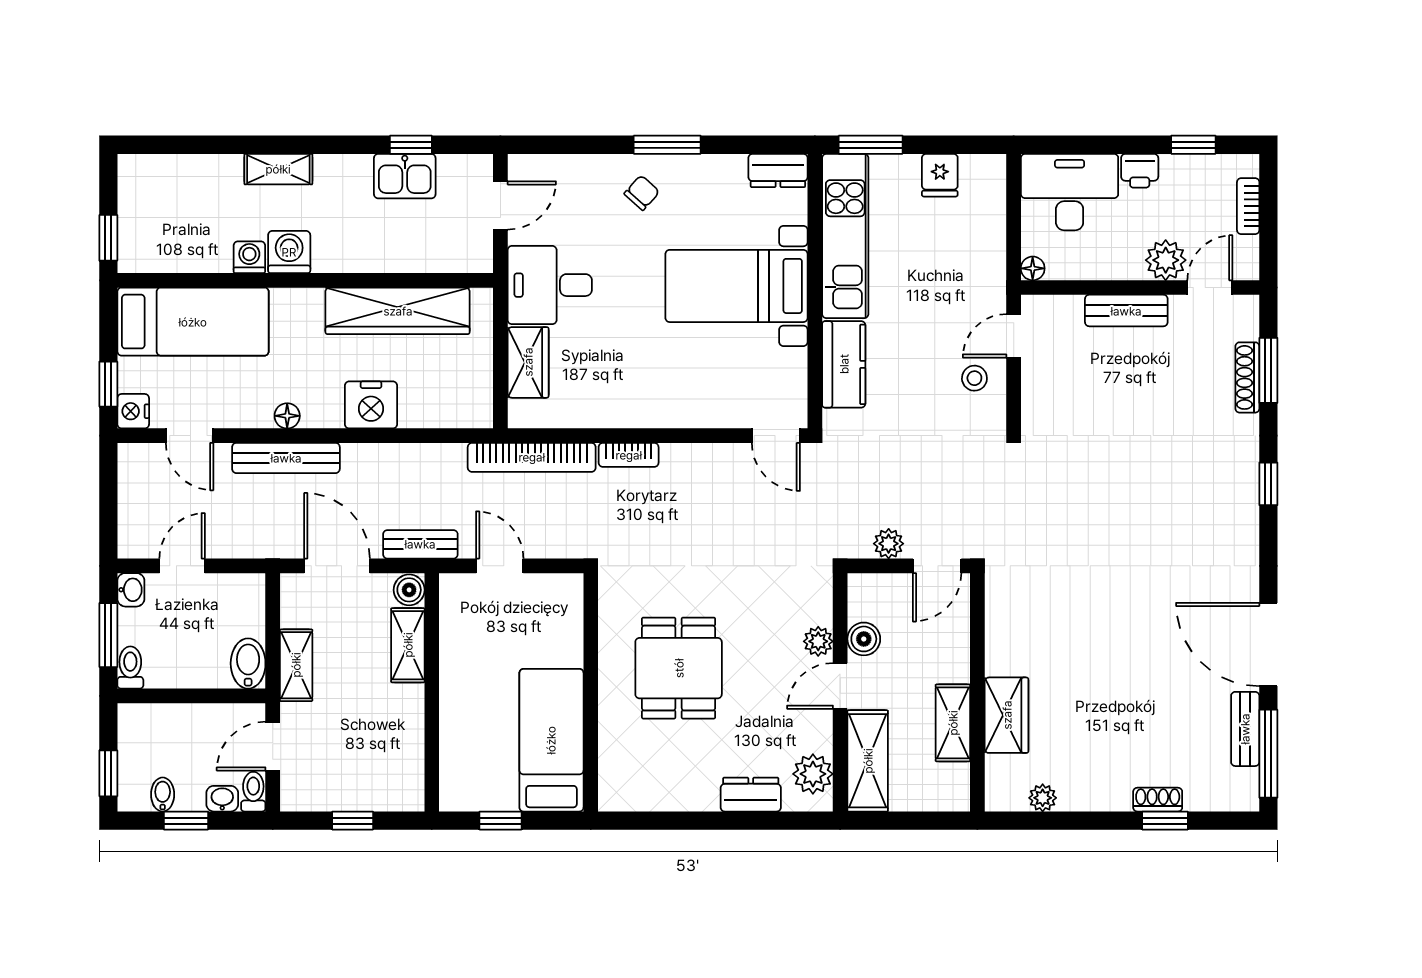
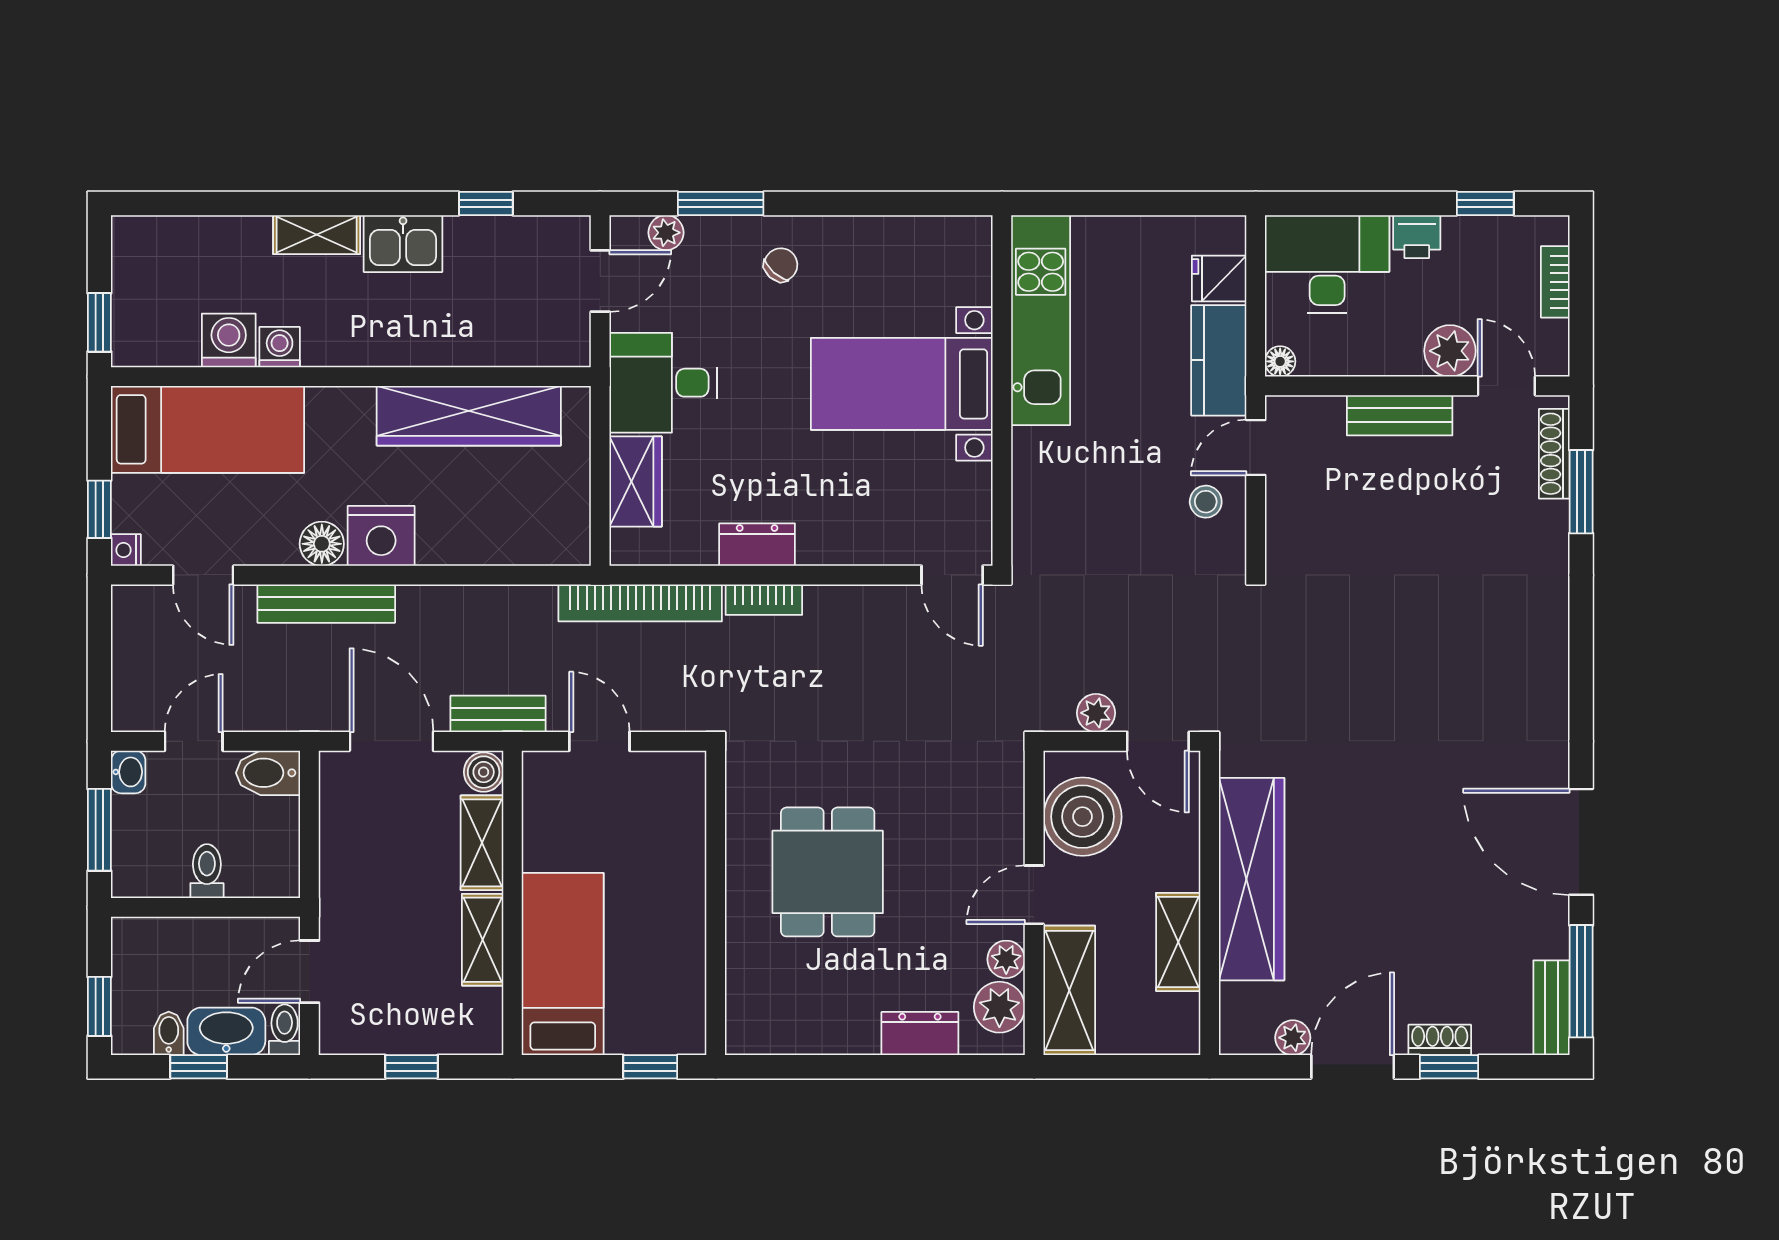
window: (667, 145) -> (721, 204), moved
window: (871, 145) -> (1073, 204), removed
plant: (552, 168) -> (666, 233), added
dresser: (778, 170) -> (757, 545), moved, turned 180
fridge: (940, 175) -> (1219, 278), moved, turned 90
kitchen sink: (405, 176) -> (403, 244), moved
washing machine: (289, 252) -> (229, 340), moved
door: (1210, 288) -> (1506, 386), hinge flipped
kitchen counter: (844, 364) -> (1219, 360), moved, turned 180
shoe rack: (1247, 377) -> (1554, 454), moved
nightstand: (371, 405) -> (381, 536), moved
nightstand: (133, 411) -> (126, 550), width x0.72, depth x0.74
floor lamp: (287, 416) -> (322, 544), width x1.37, depth x1.37
window: (1268, 484) -> (1581, 637), removed
door: (937, 566) -> (1158, 741), hinge flipped
boiler: (864, 639) -> (1083, 817), width x1.86, depth x1.86
plant: (818, 641) -> (1006, 959), moved
bidet: (248, 663) -> (268, 773), moved, turned -90
shelving: (296, 665) -> (483, 940), moved
toilet: (130, 667) -> (207, 871), moved
wardrobe: (1007, 715) -> (1252, 879), width x2.10, depth x1.17
bench: (1245, 729) -> (1551, 1008), moved
bed: (551, 740) -> (563, 964), moved
washbasin: (222, 799) -> (226, 1031), width x1.91, depth x1.45
window: (500, 821) -> (650, 1067), moved
door: (1089, 821) -> (1353, 1067), added

